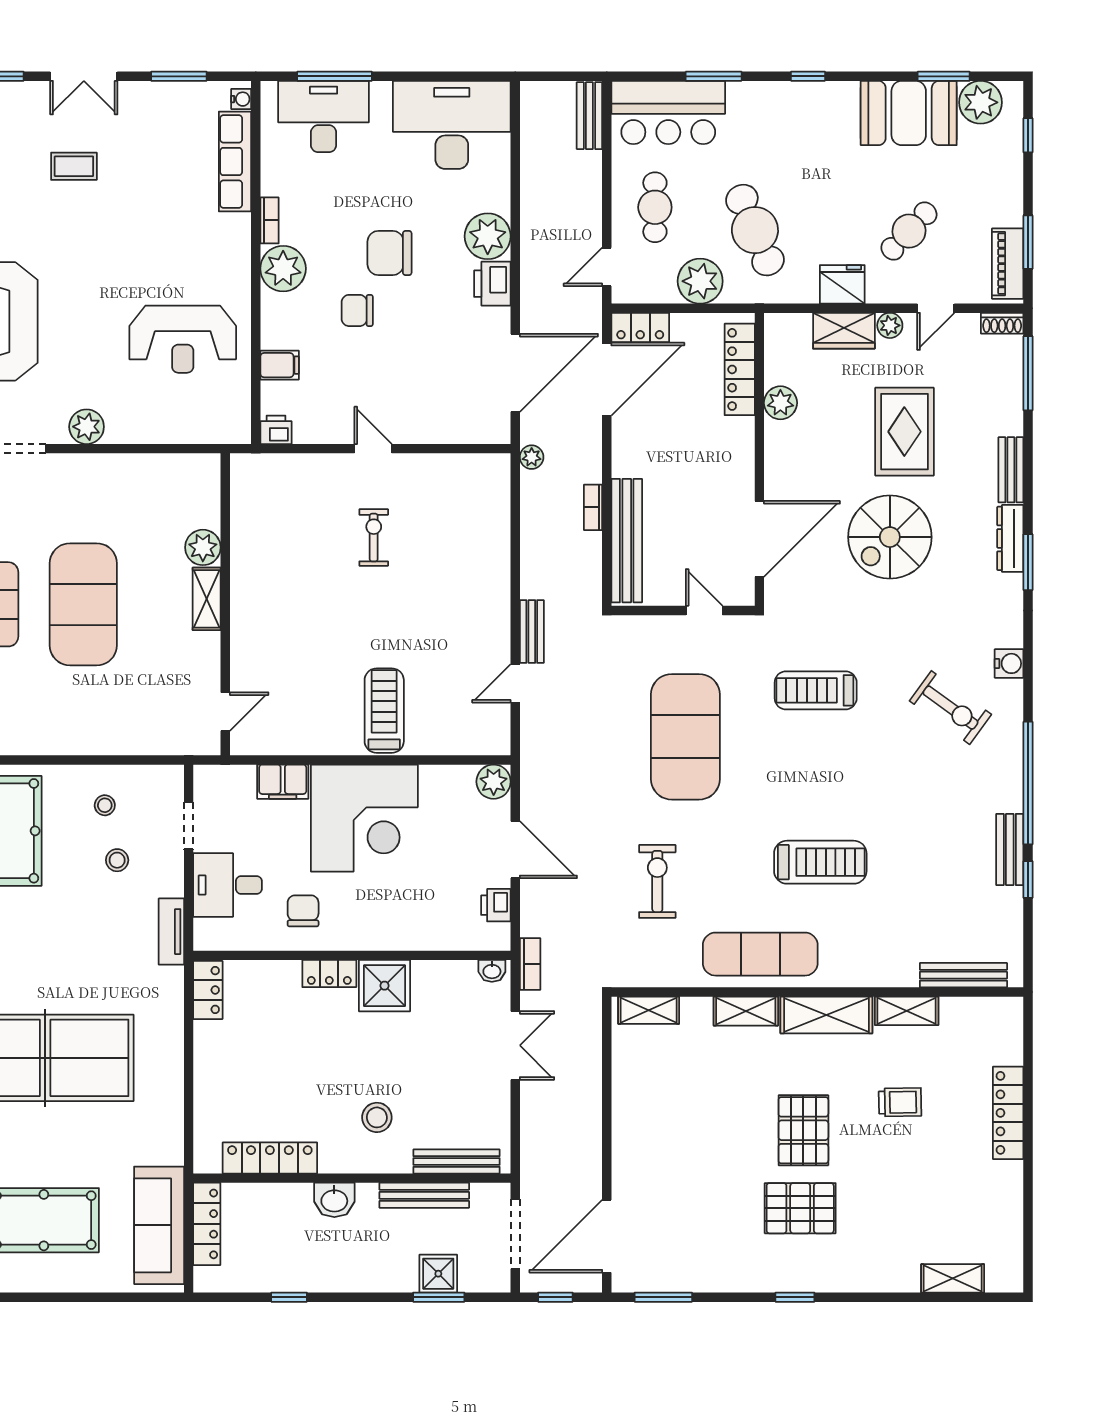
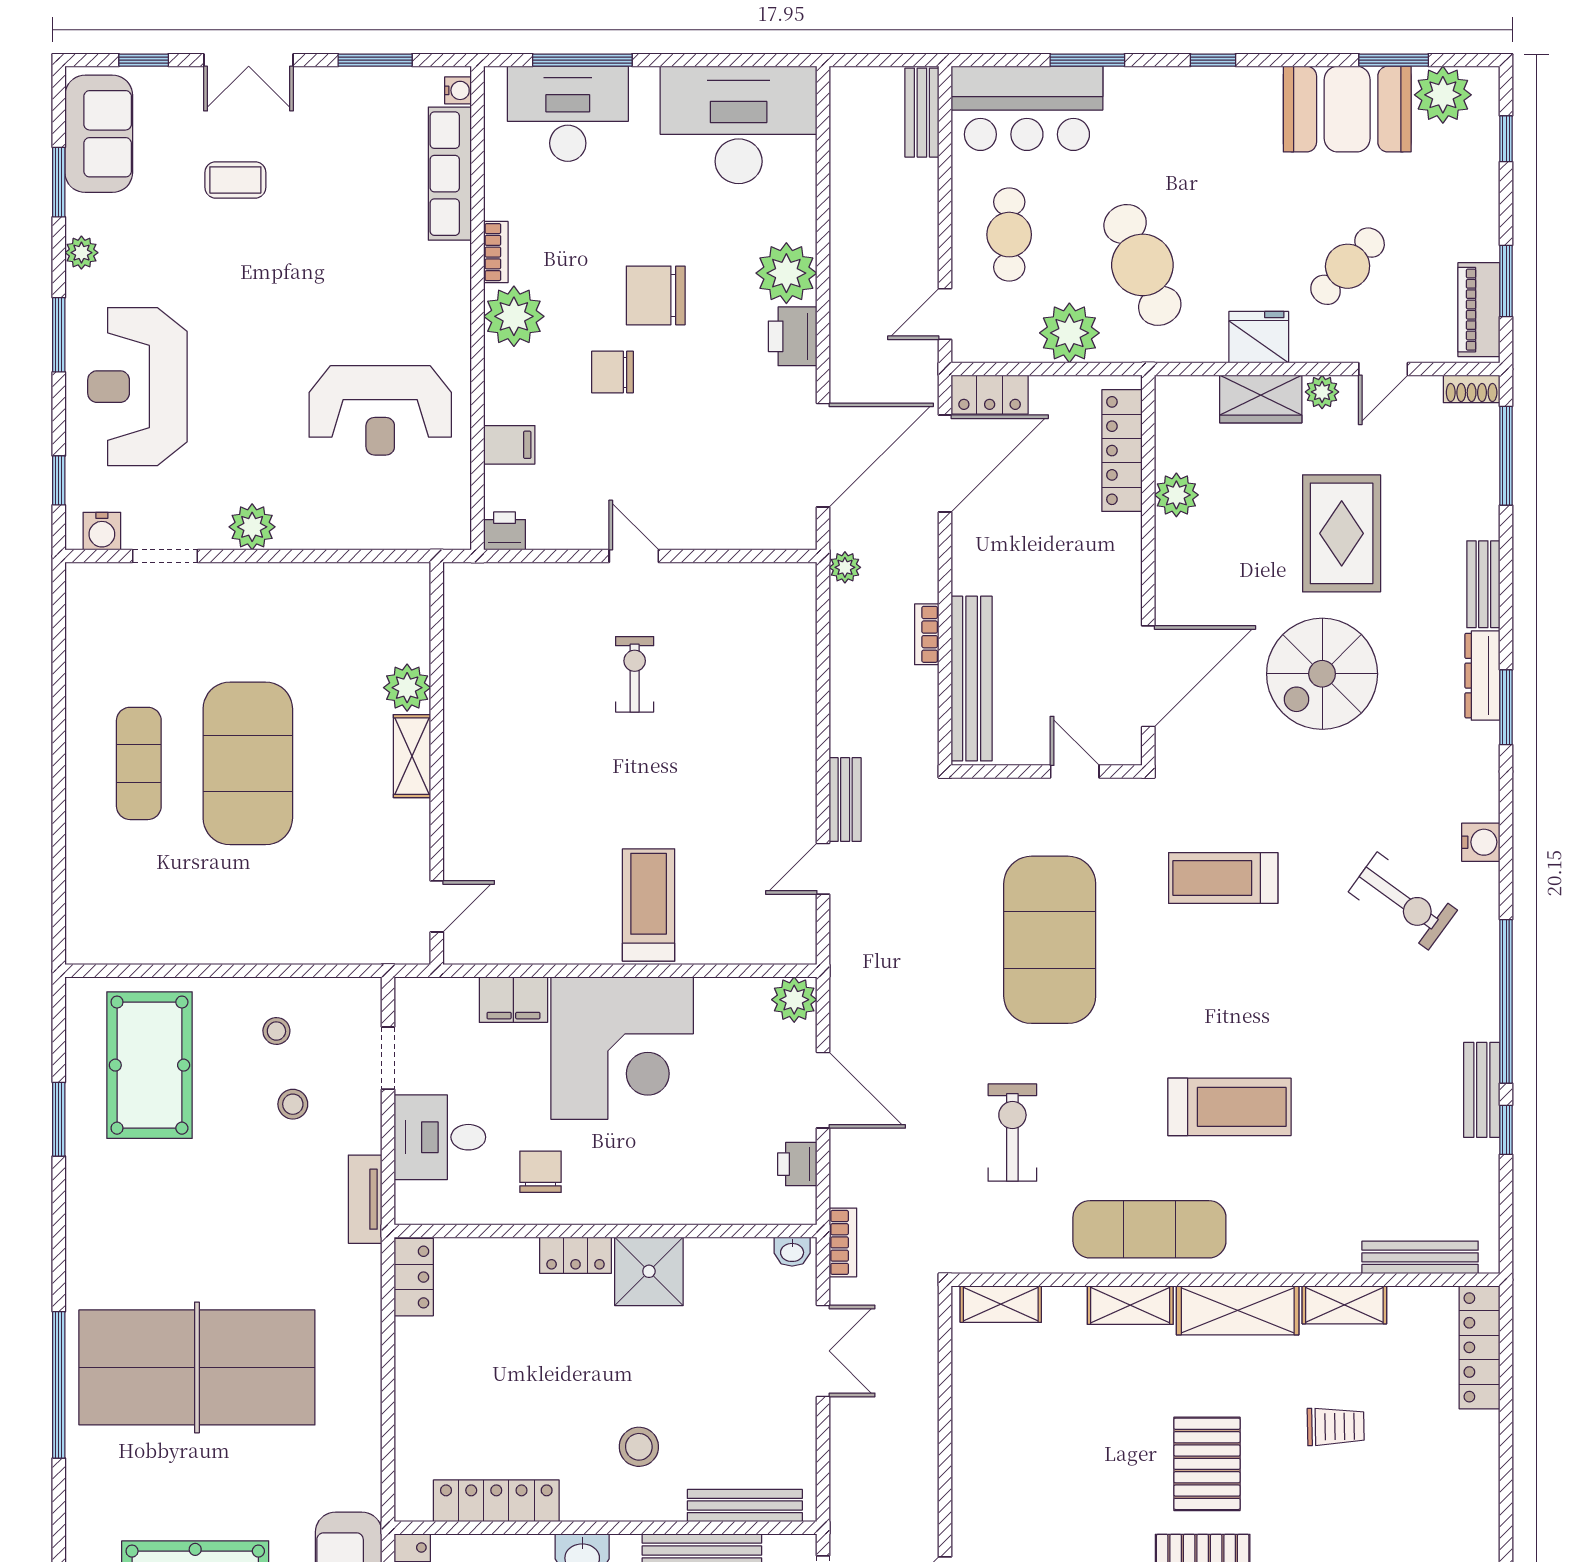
locker: (1008, 1113) -> (1480, 1347), moved

